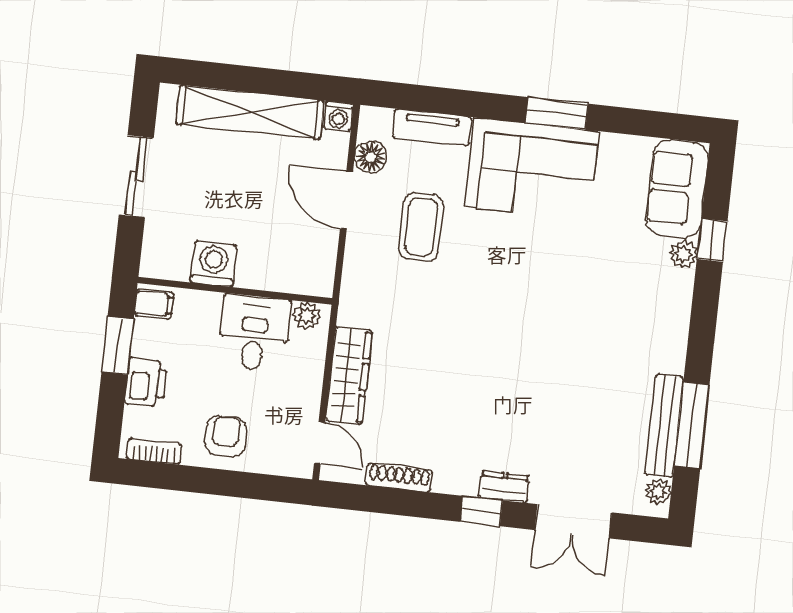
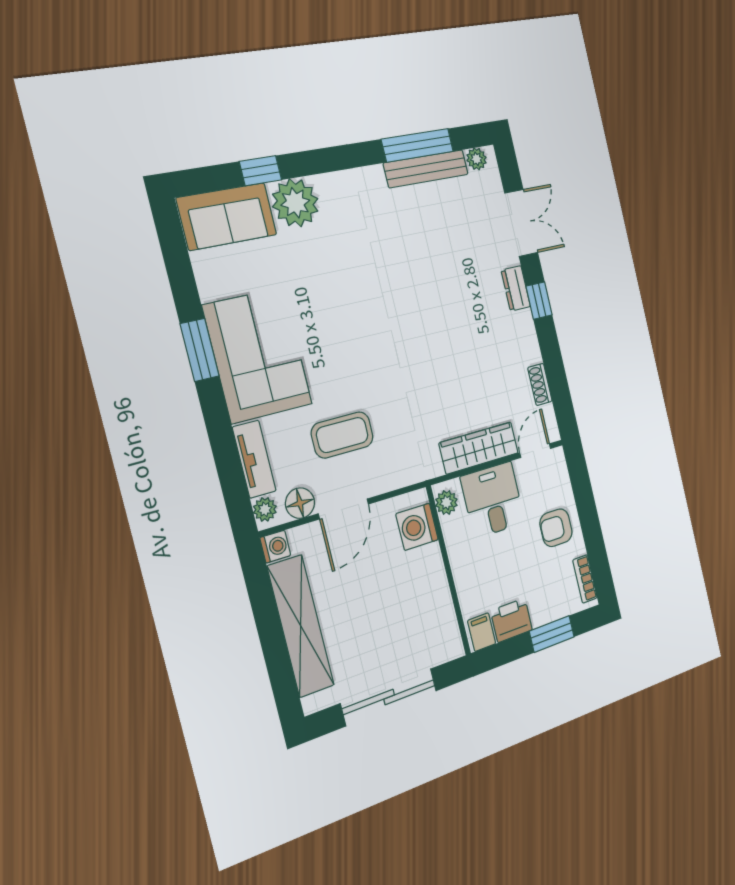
plant: (379, 120) -> (265, 509), added
sliding door: (136, 176) -> (389, 697), width x1.37
plant: (684, 254) -> (295, 203), width x1.88, depth x1.88
washing machine: (213, 264) -> (417, 527), moved
desk: (254, 333) -> (493, 500), moved, turned 90
window: (118, 345) -> (552, 634), moved
printer: (146, 382) -> (511, 620), moved
shoe rack: (399, 478) -> (540, 384), width x0.70

